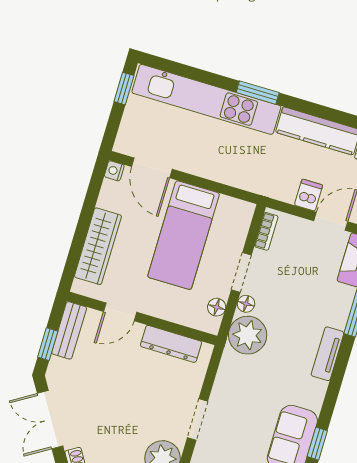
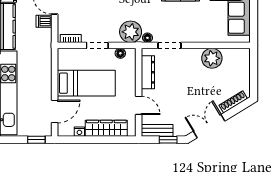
window: (124, 89) -> (36, 140), moved
nightstand: (114, 171) -> (79, 132), moved
floor lamp: (246, 304) -> (147, 38), moved
double door: (50, 420) -> (209, 126), swing flipped
doorway: (198, 420) -> (170, 45), moved

